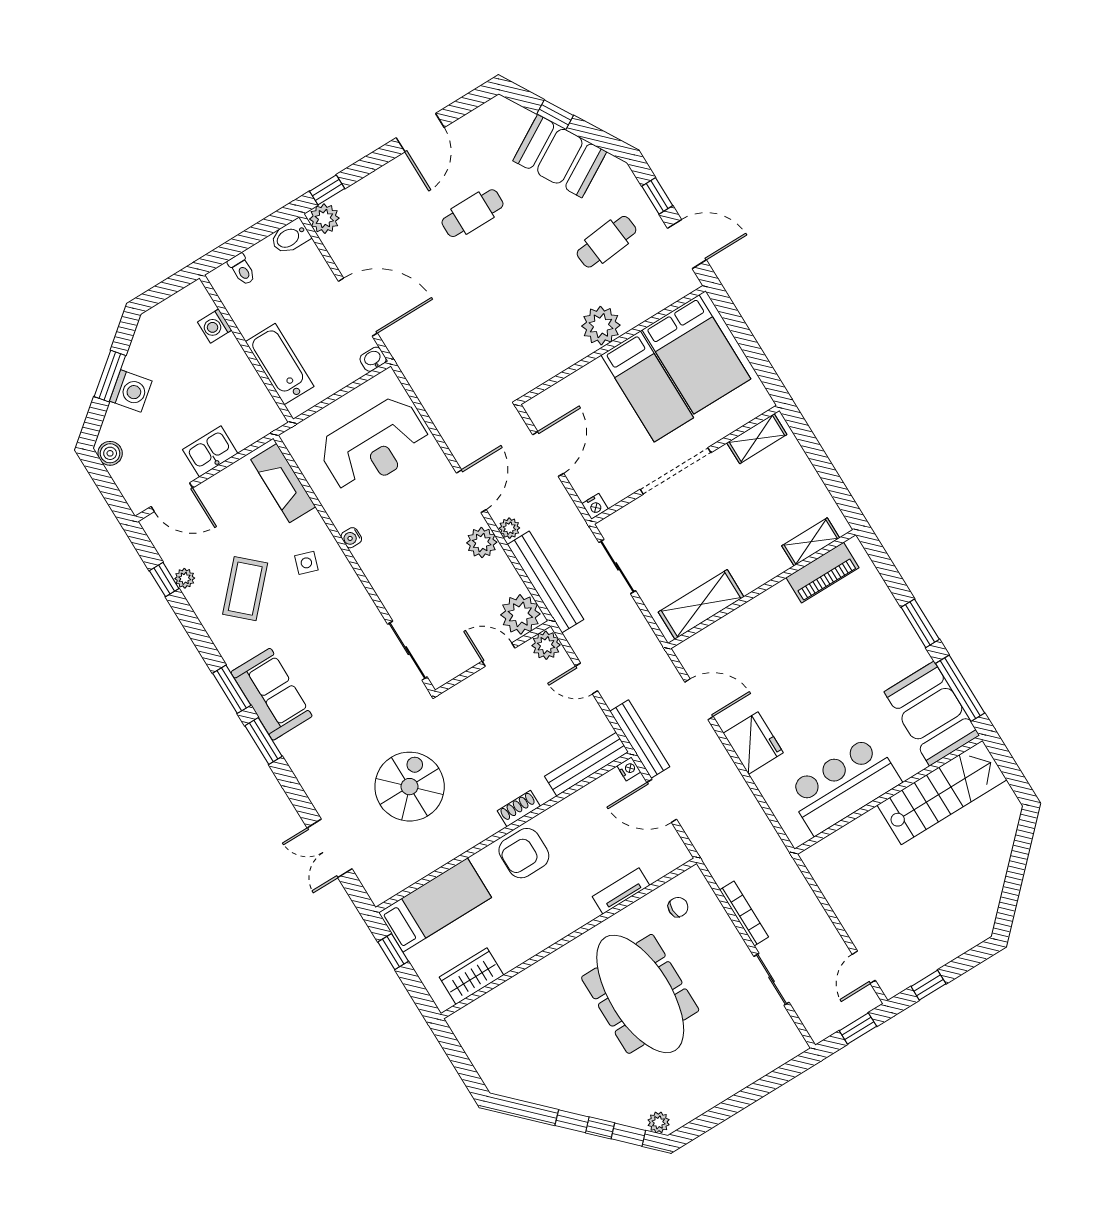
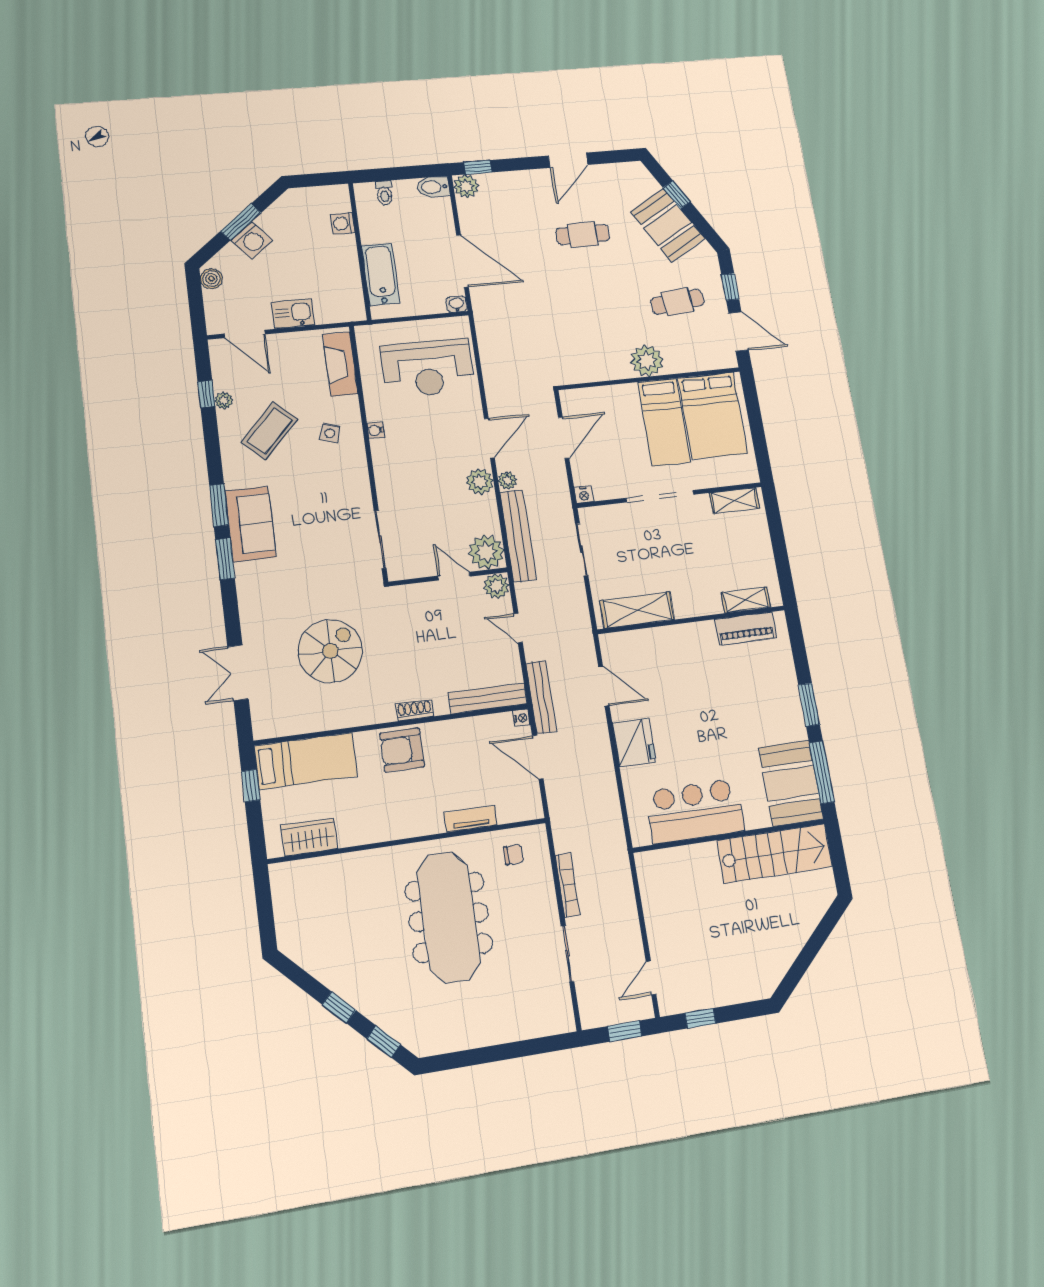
plant: (659, 1122) -> (415, 1042), removed

